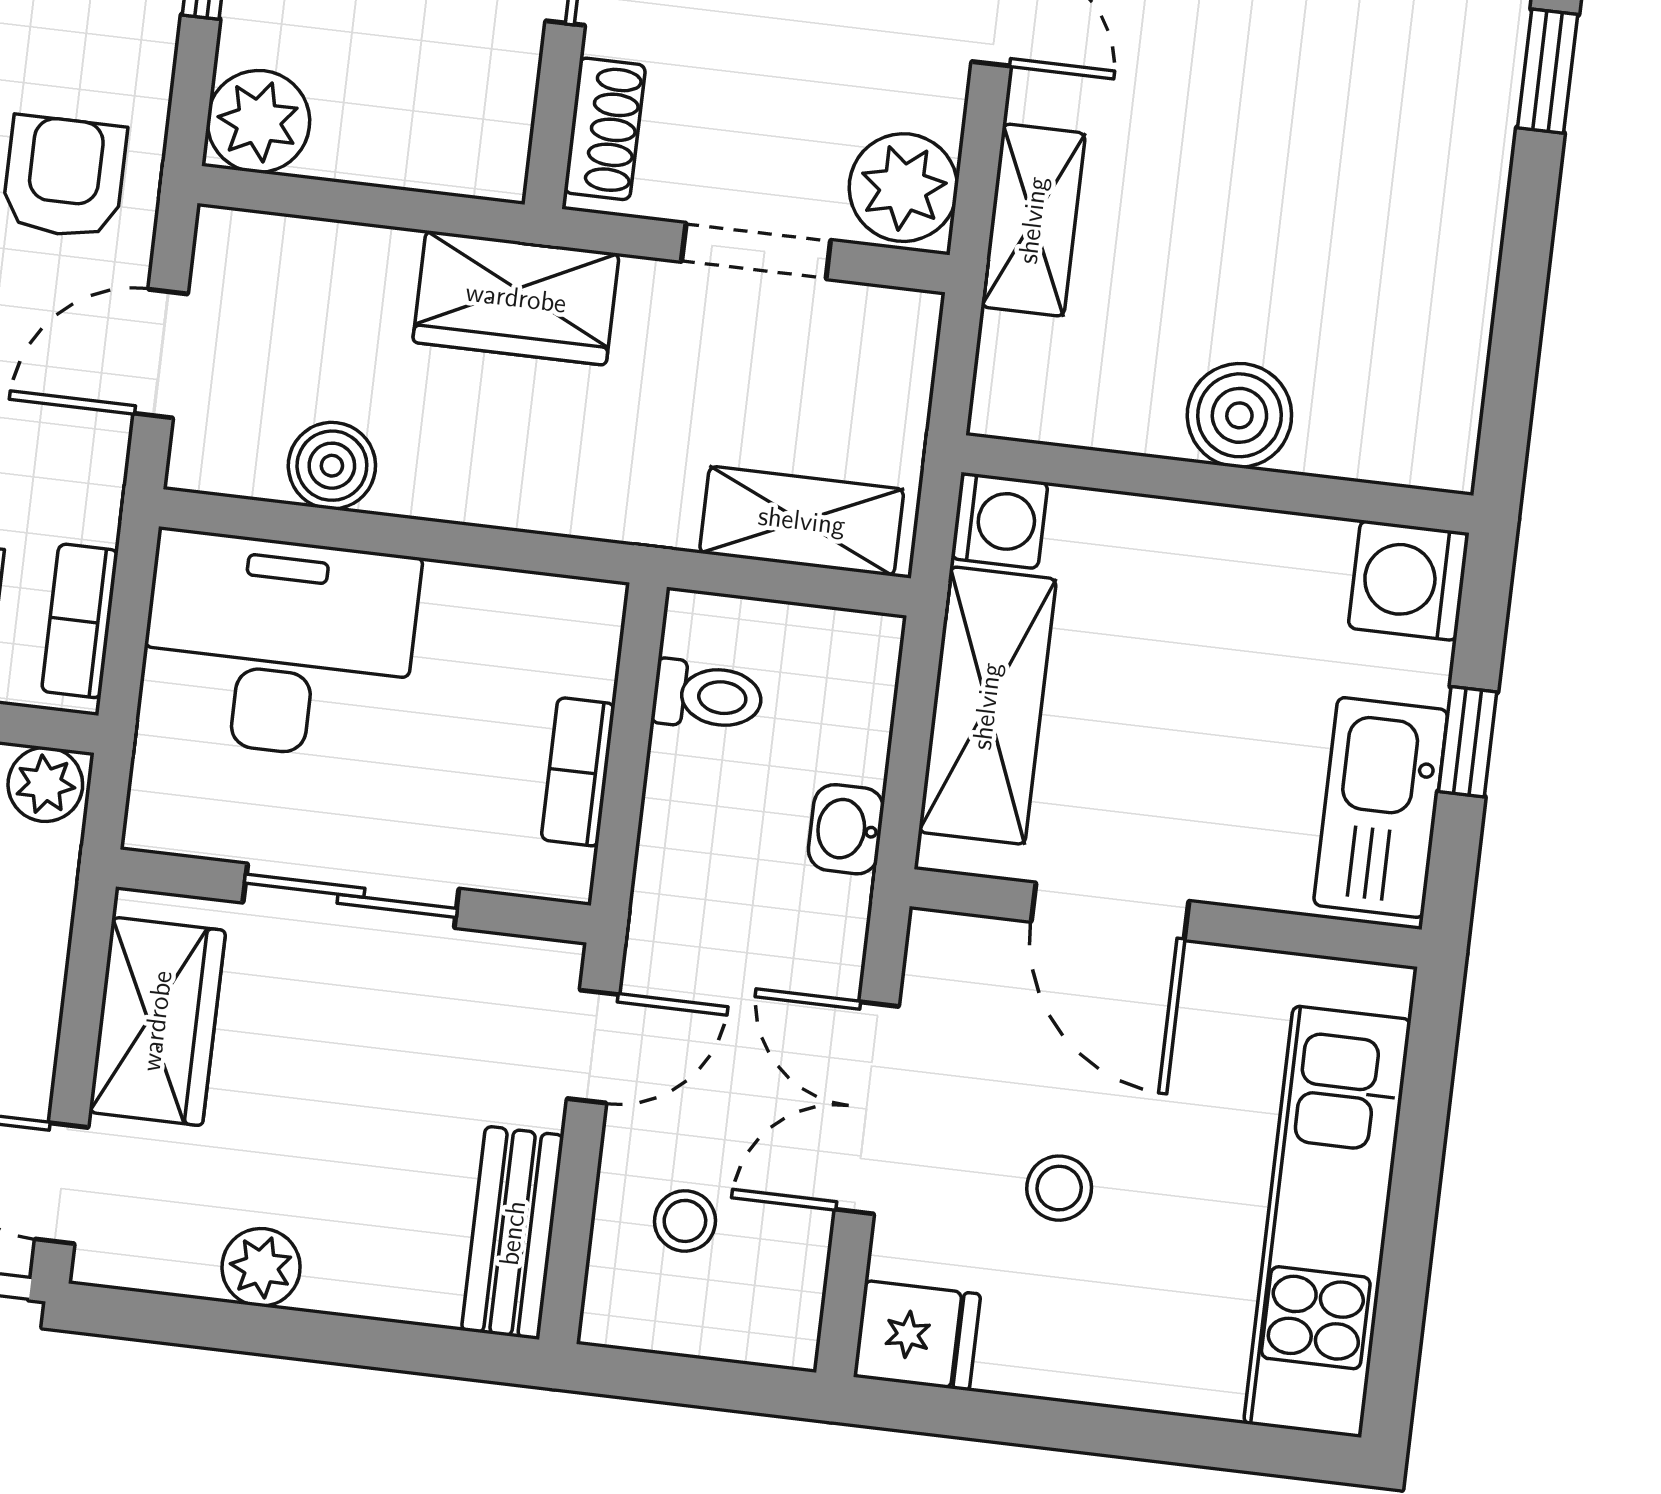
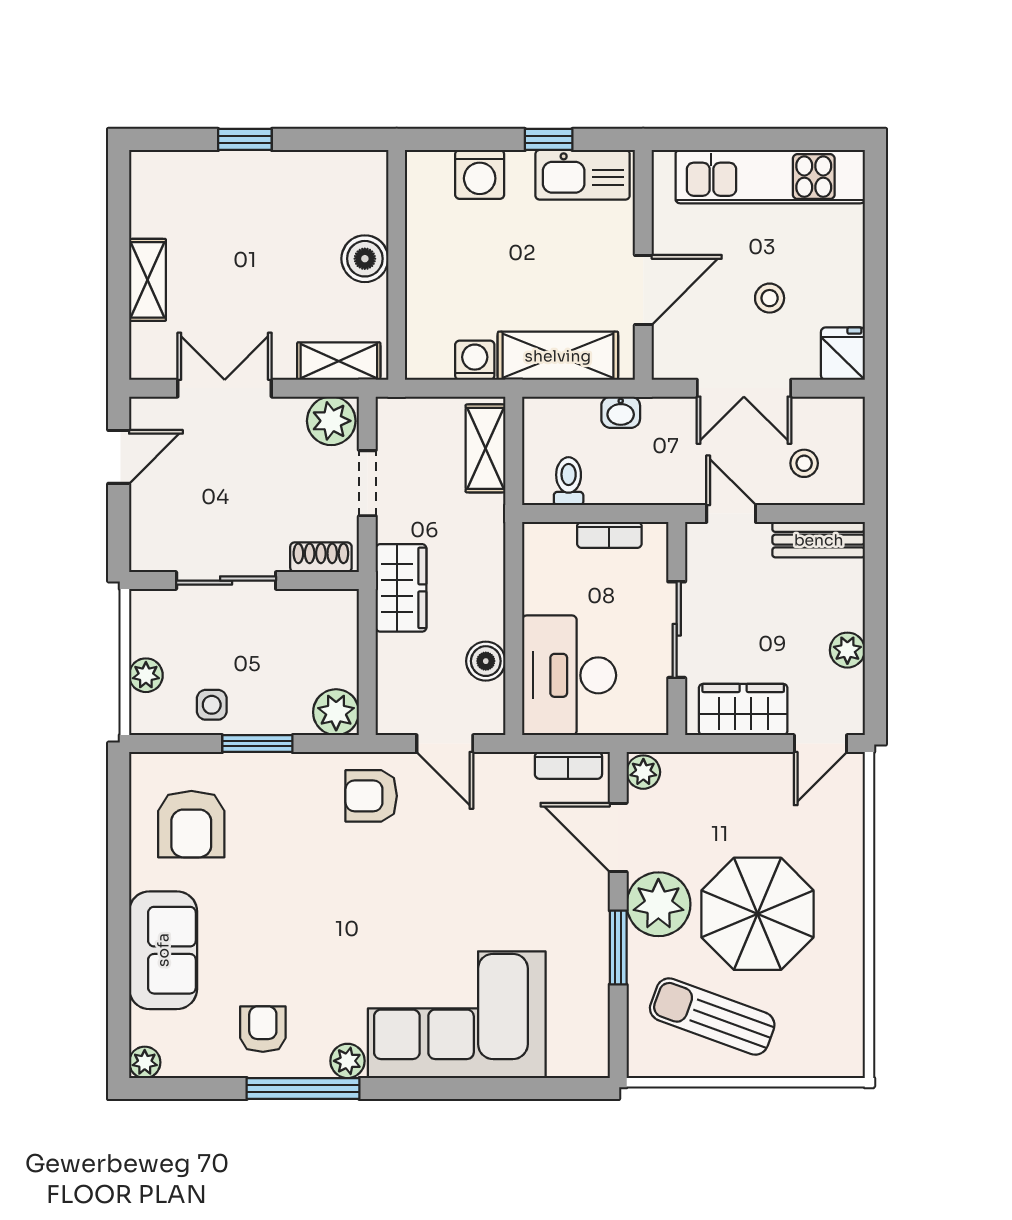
boiler: (1239, 415) -> (365, 259), moved
wall: (1217, 484) -> (397, 265), moved

